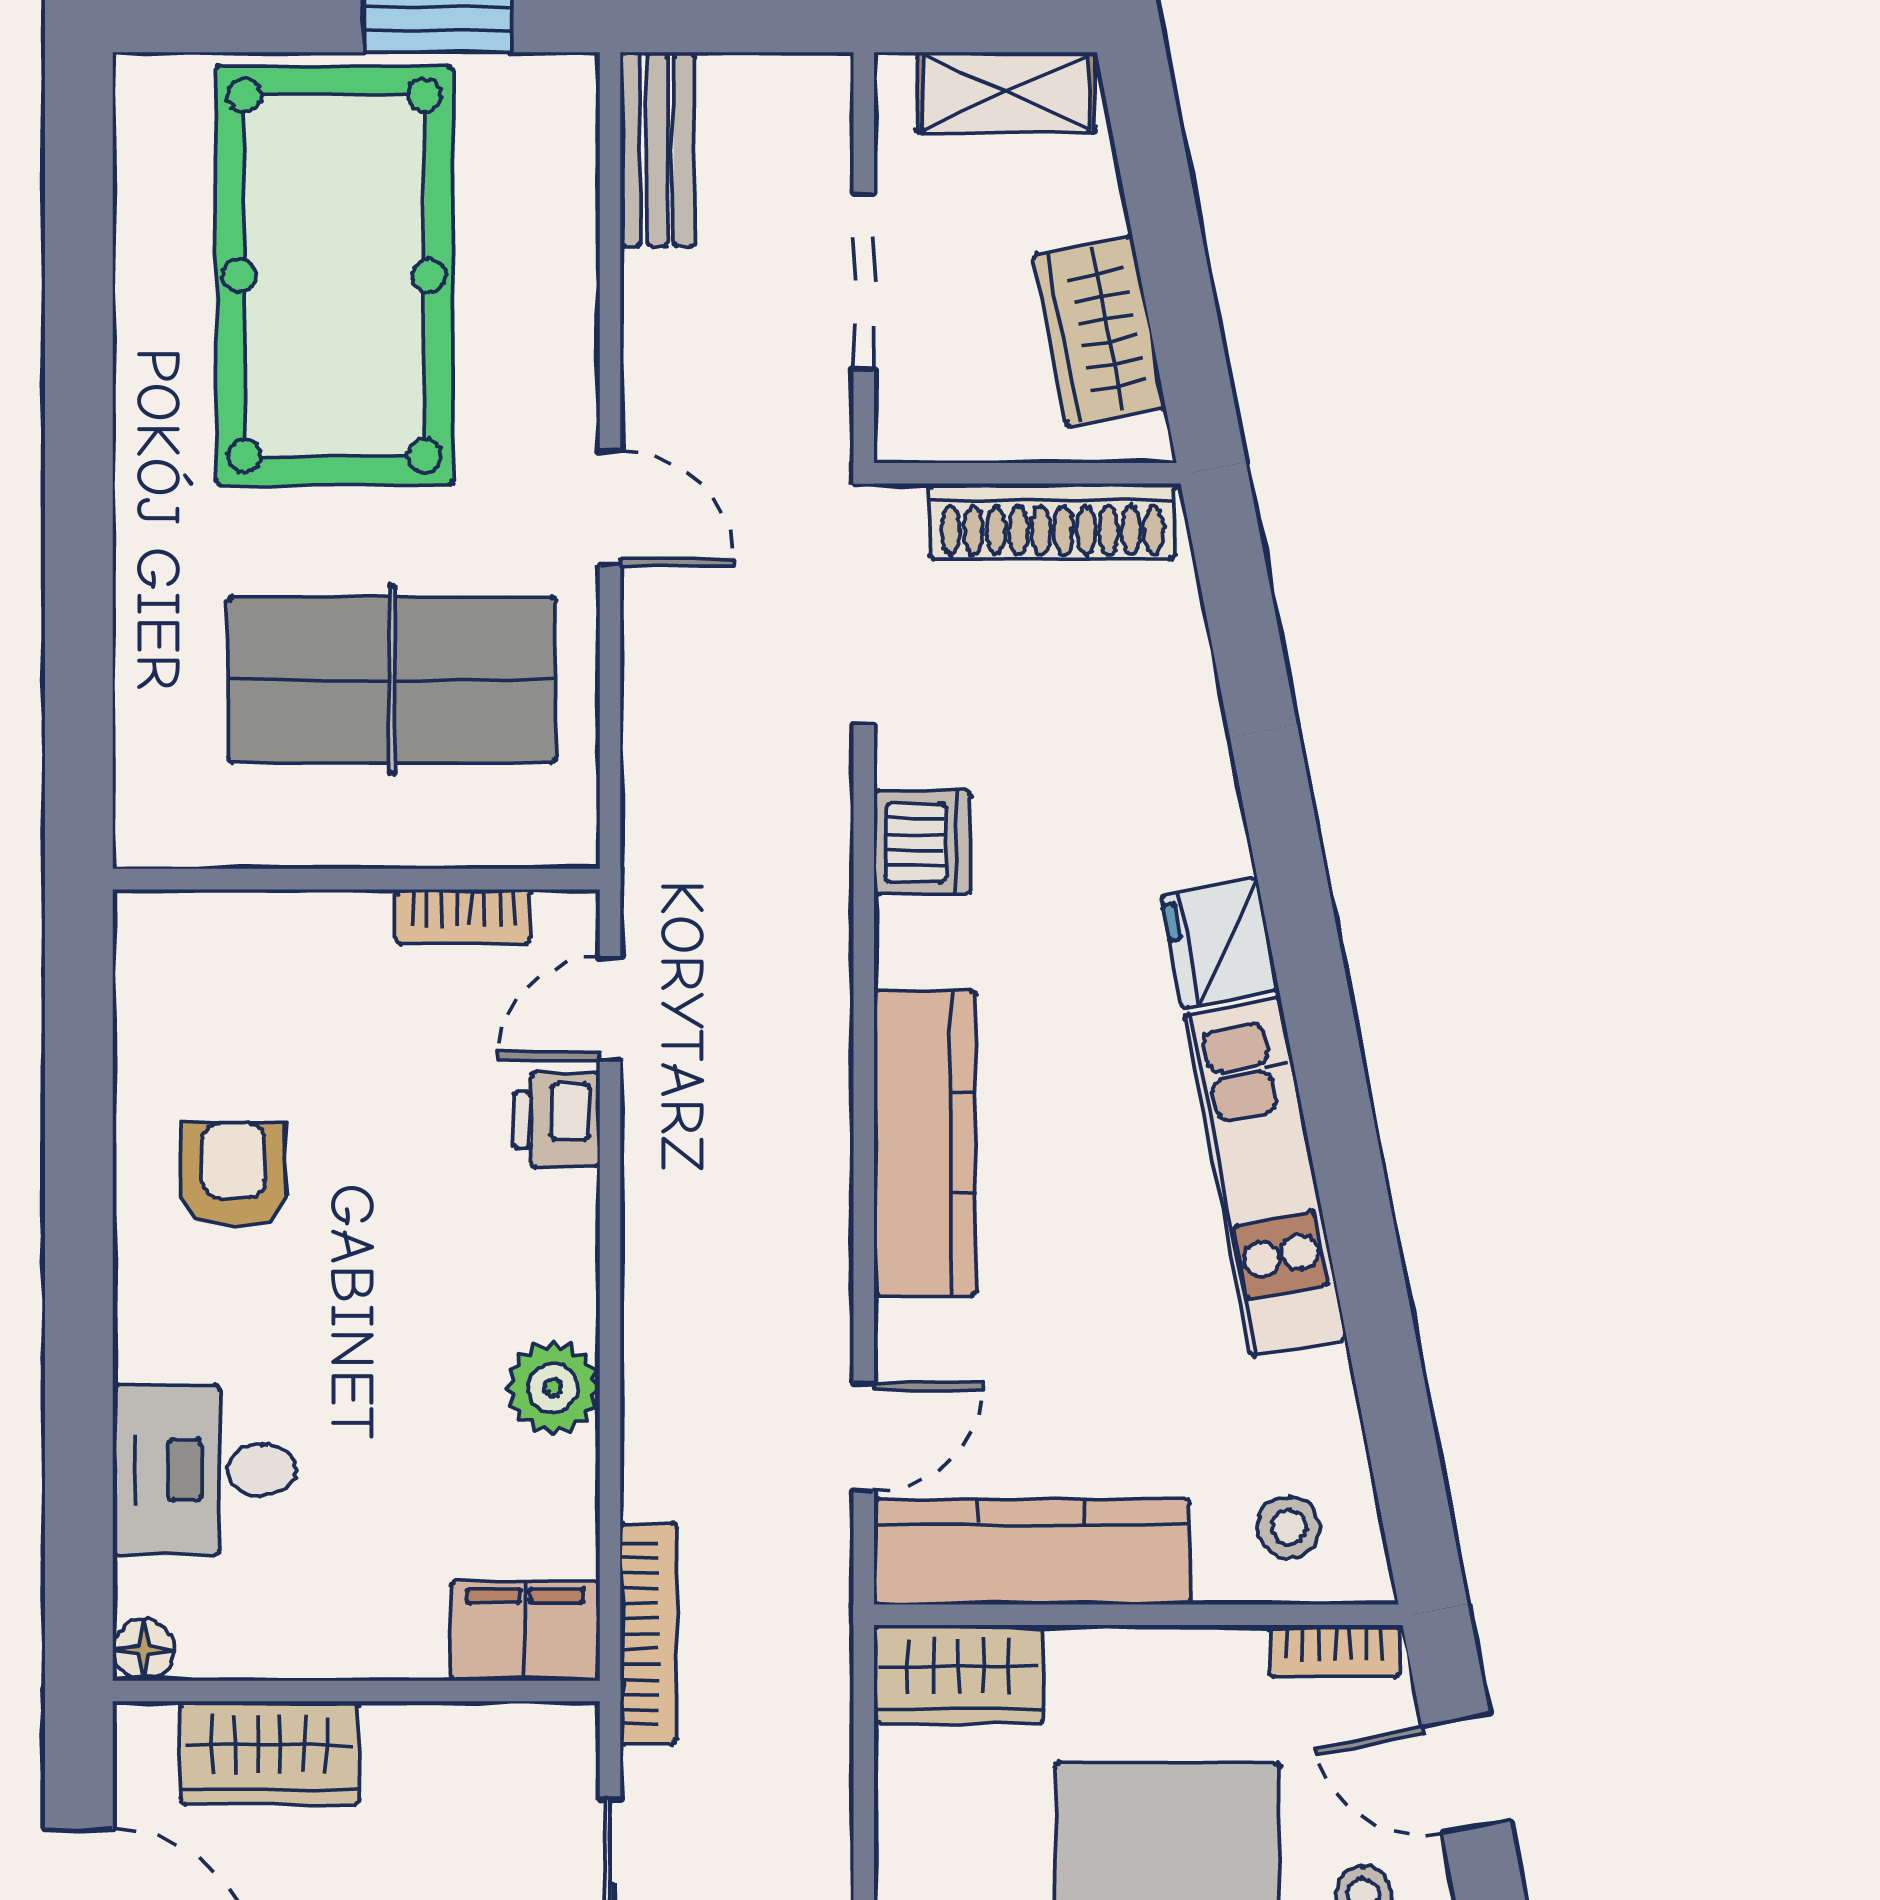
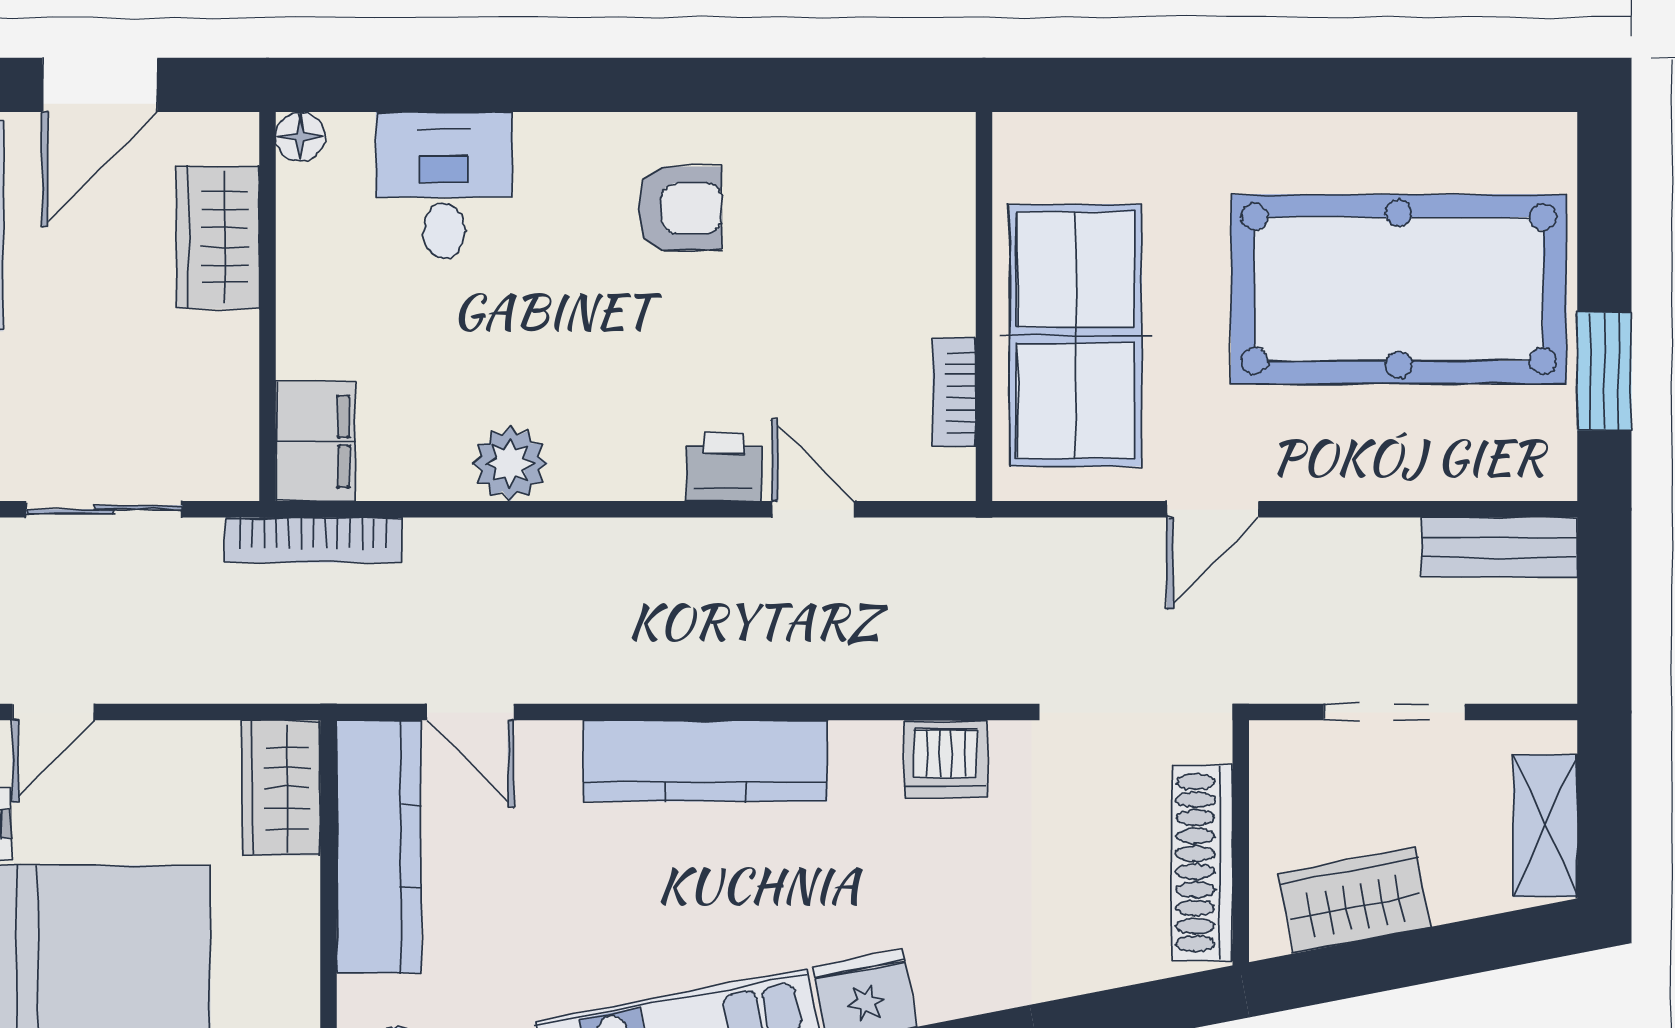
wall: (356, 879) -> (984, 307), moved
bookcase: (463, 916) -> (954, 392), moved

